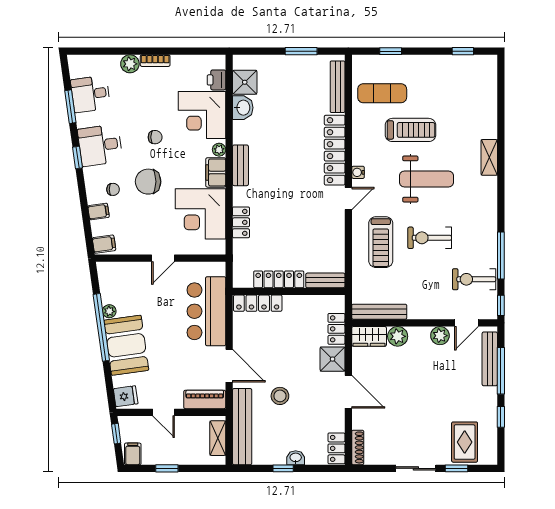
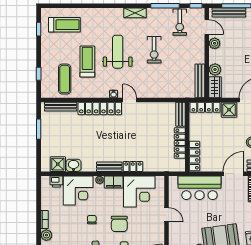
shelving: (489, 157) -> (135, 13), moved
locker: (241, 222) -> (133, 166), moved
treadmill: (381, 242) -> (64, 25), moved
locker: (336, 329) -> (205, 107), width x1.53

